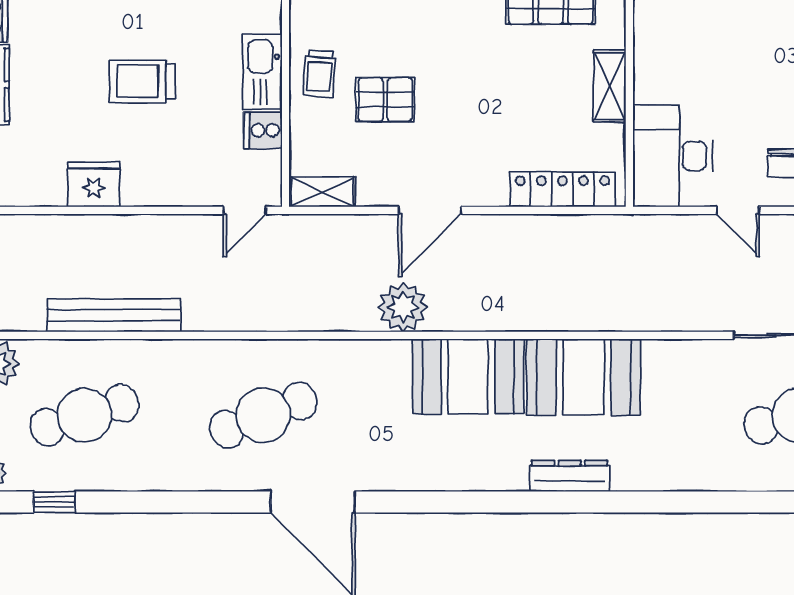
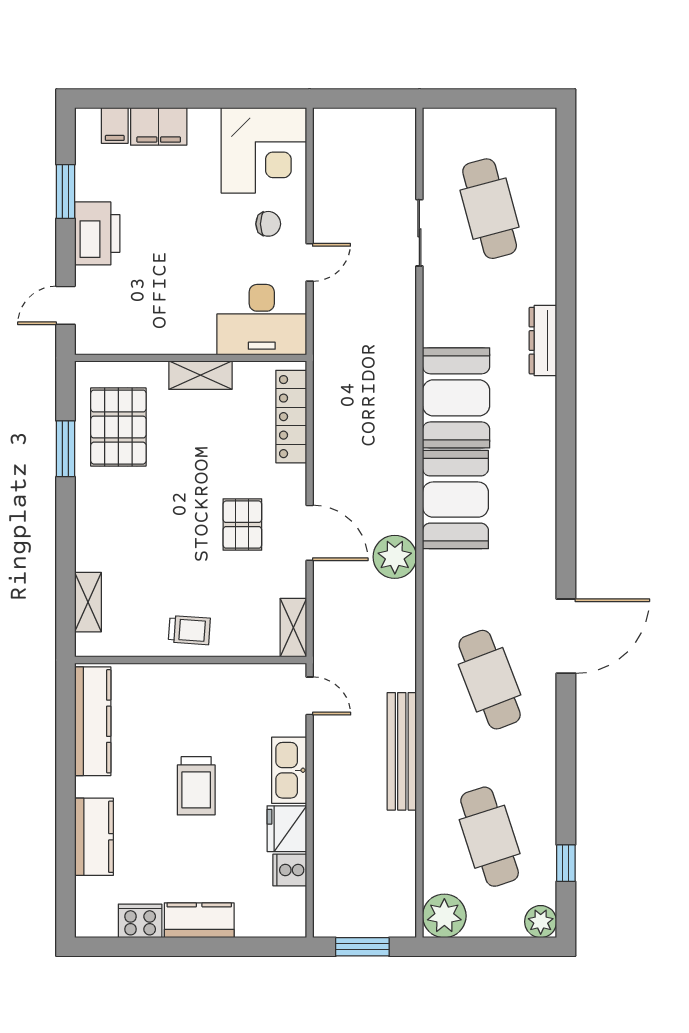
kitchen sink: (262, 72) -> (289, 770), moved, turned 90
pallet: (385, 100) -> (242, 525), moved
cooker: (263, 130) -> (290, 870), moved, turned 90
bench: (114, 315) -> (402, 751), moved
dresser: (570, 476) -> (543, 341), moved

